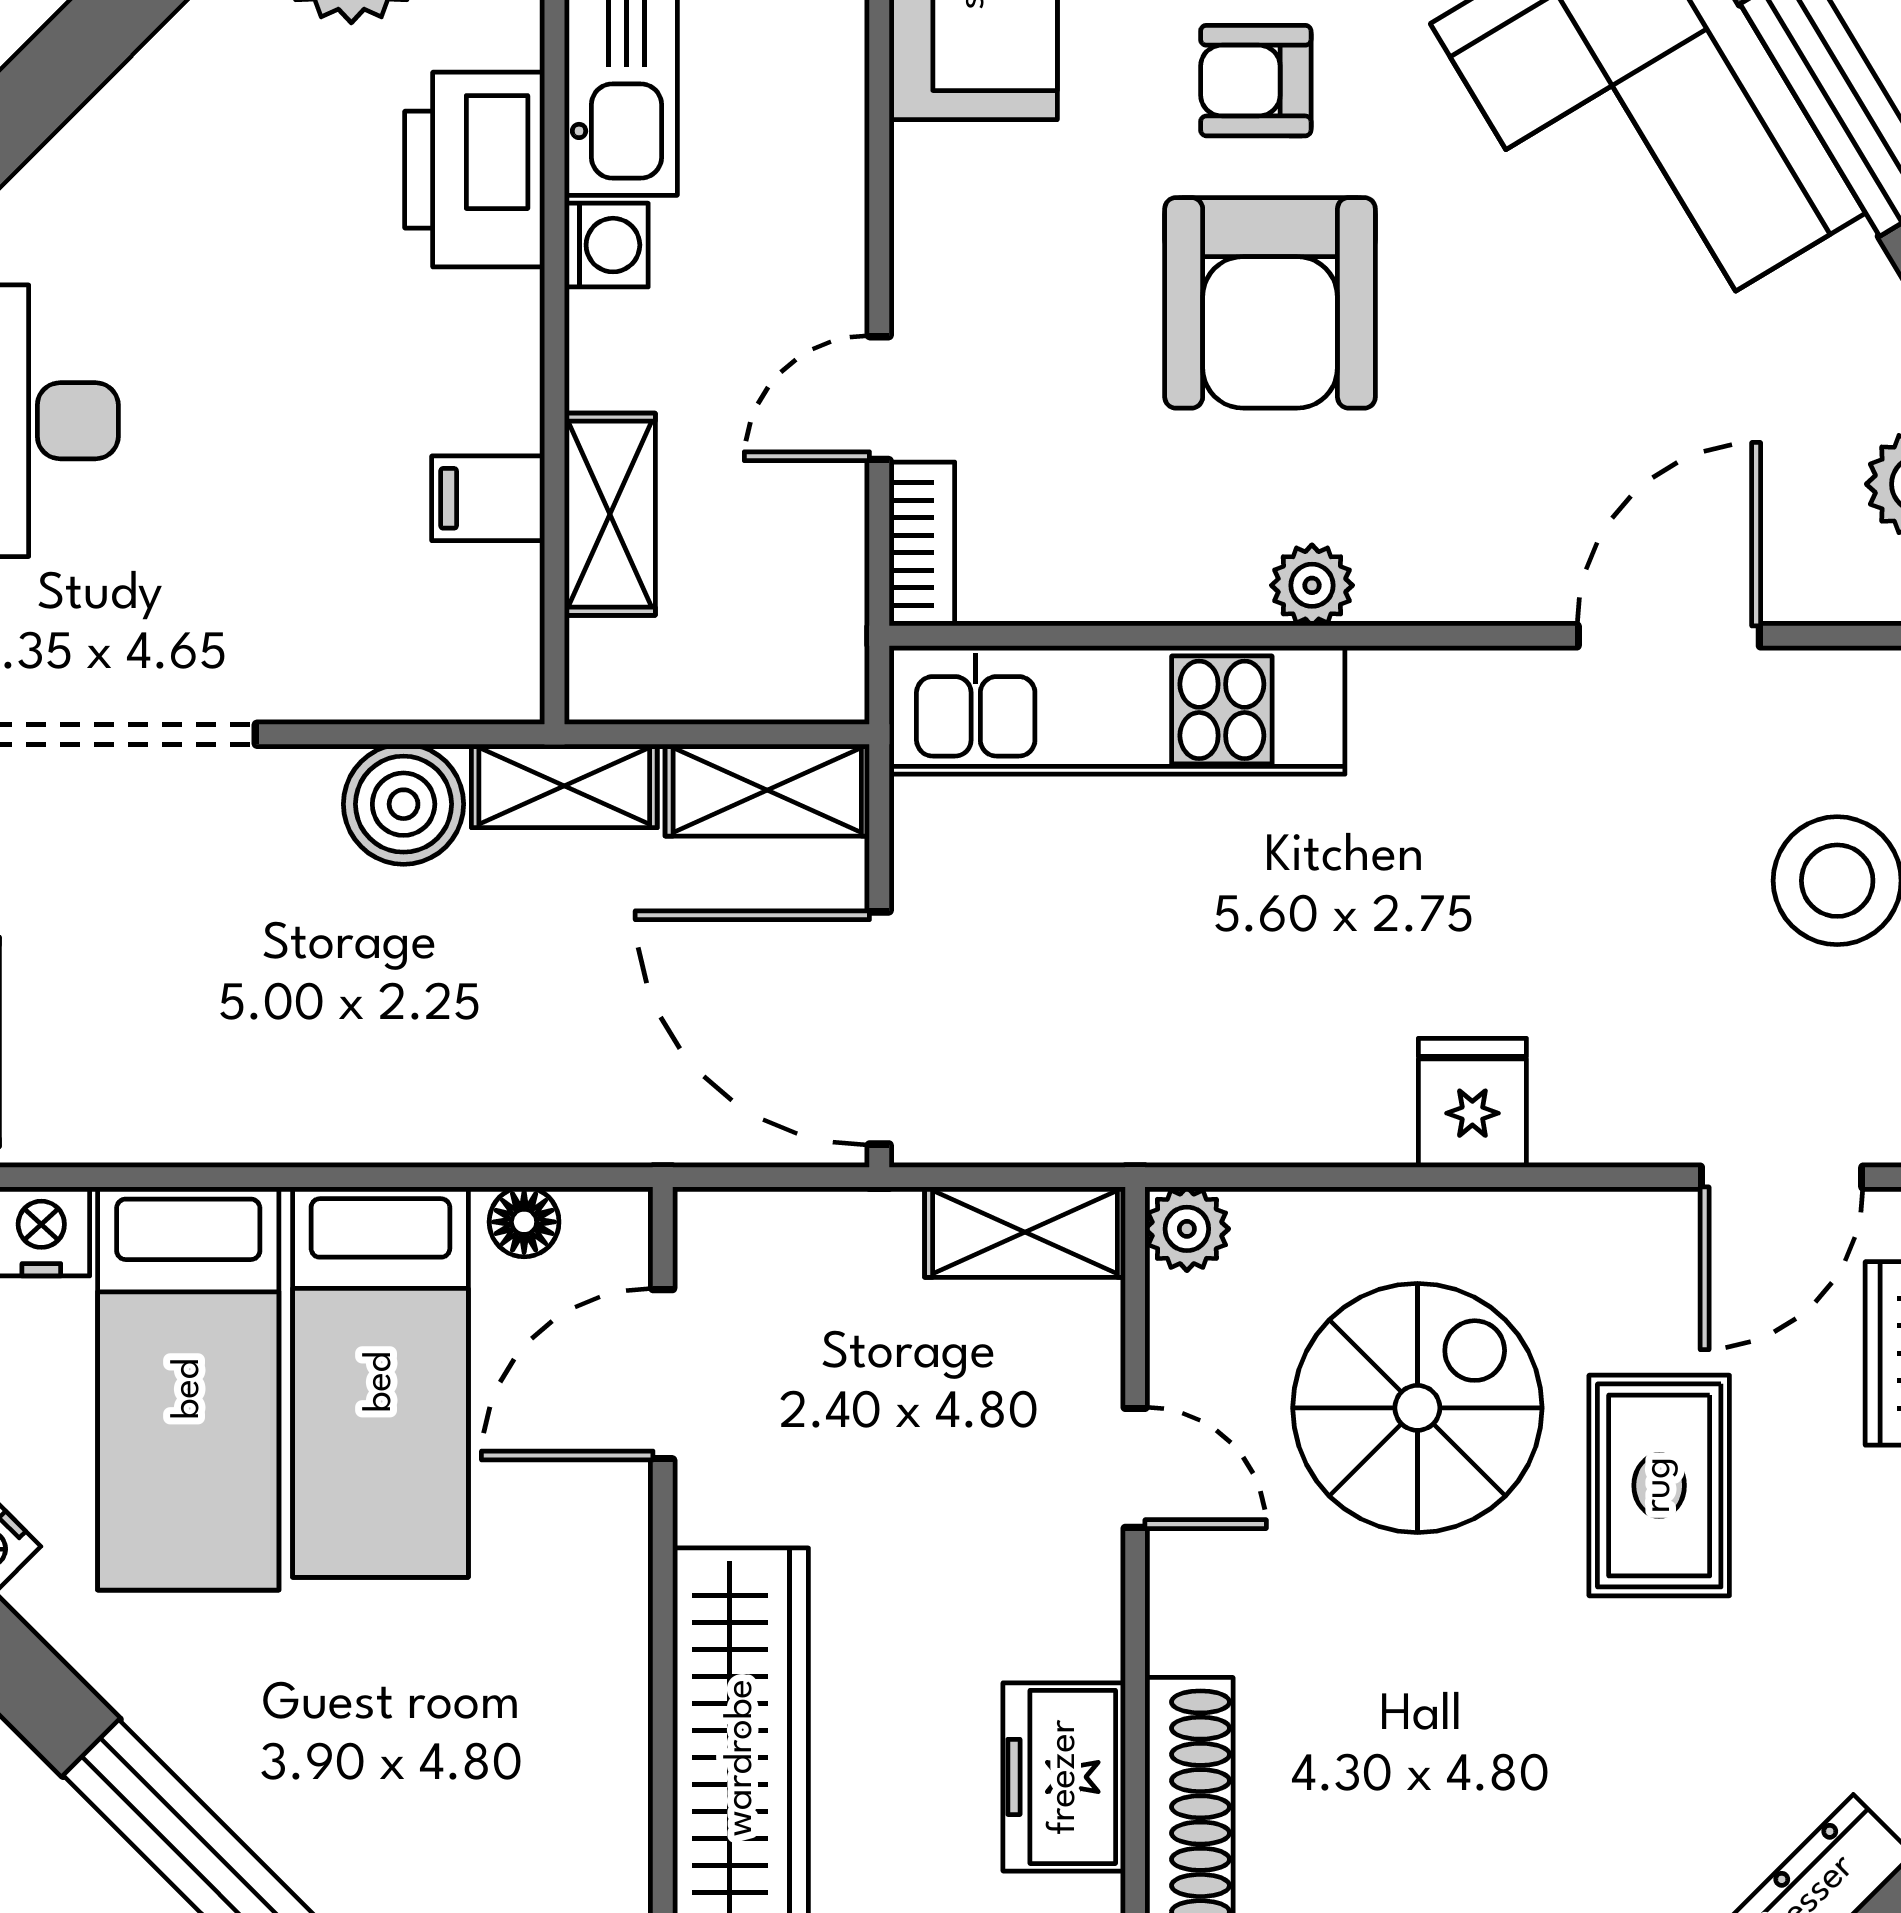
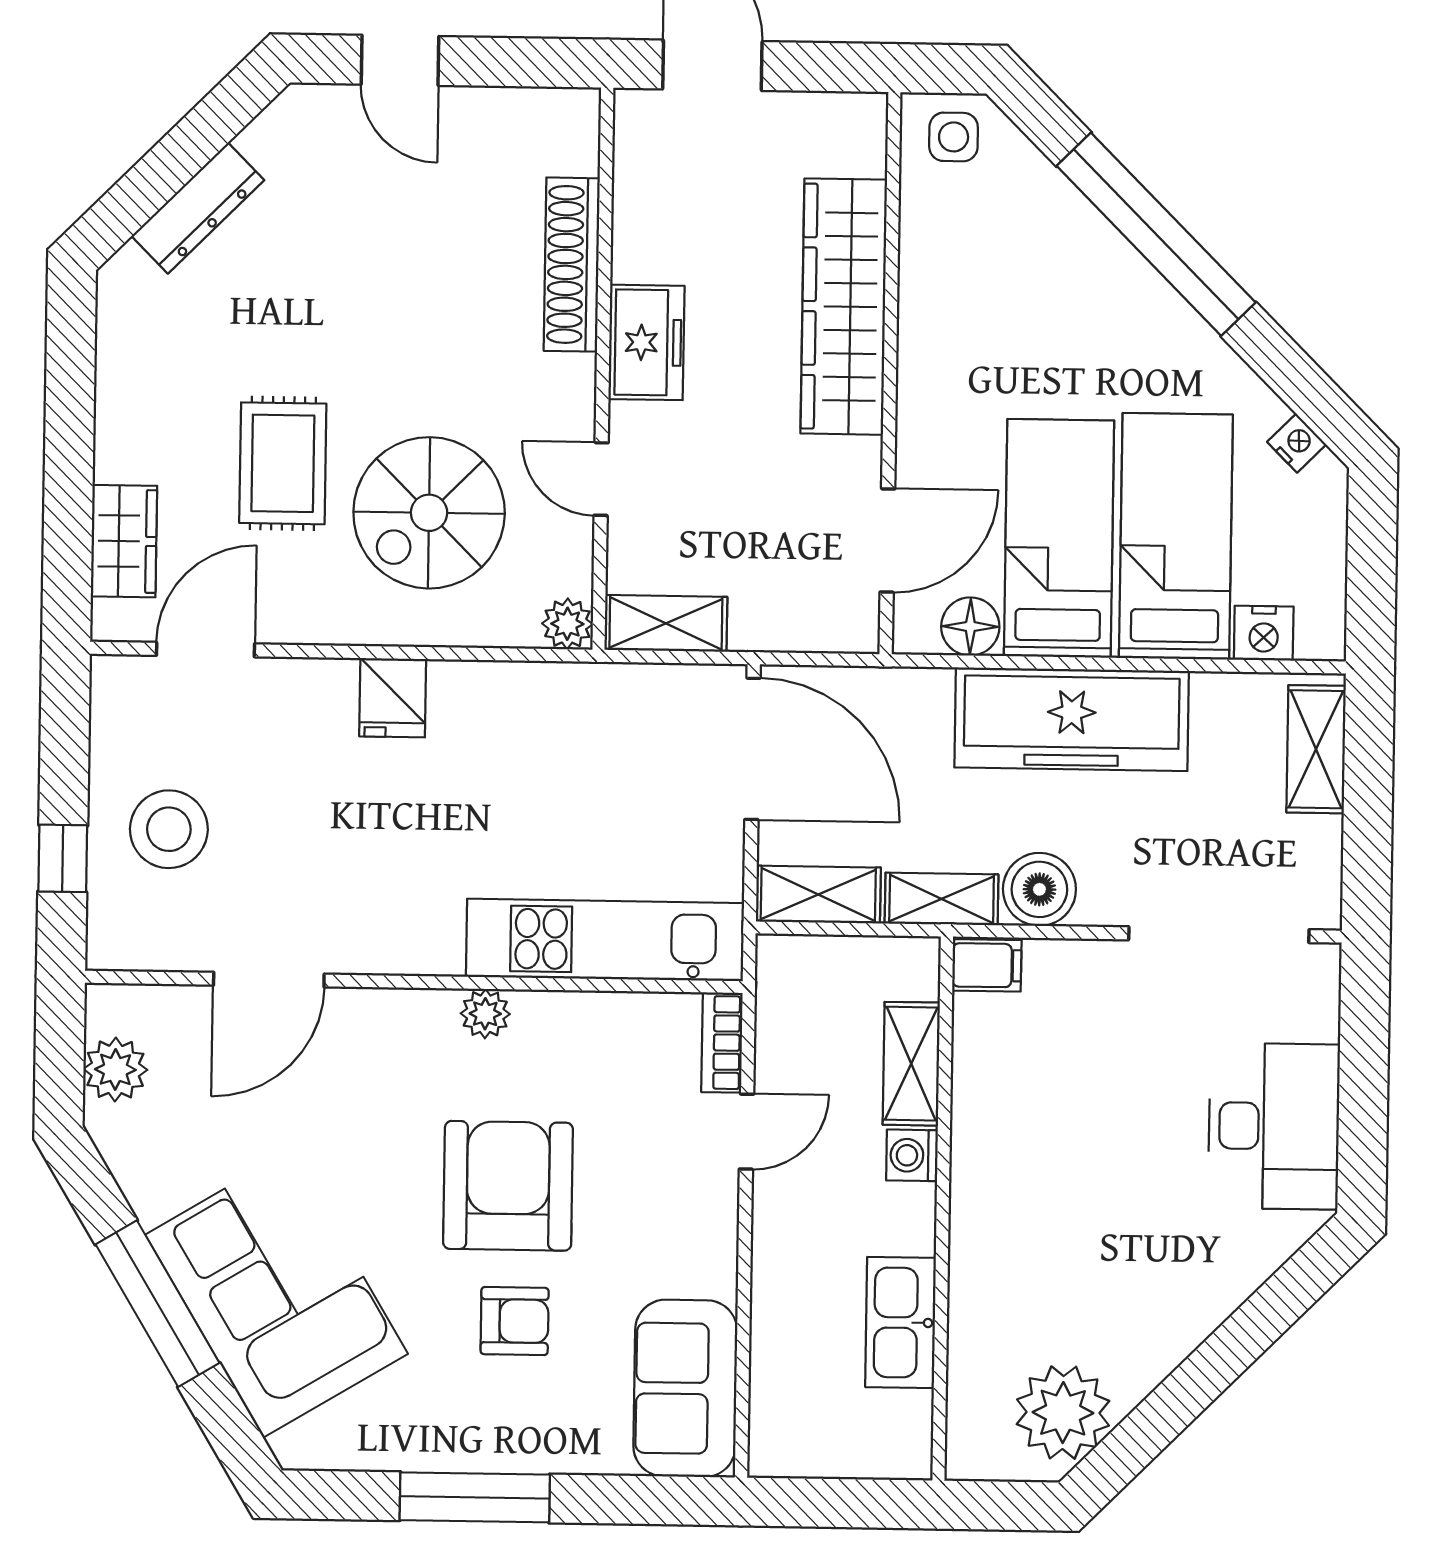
printer: (475, 170) -> (990, 1274), removed
washing machine: (606, 245) -> (912, 1155), moved
filing cabinet: (488, 498) -> (987, 965), moved
freezer: (355, 1085) -> (1072, 719), added
floor lamp: (524, 1222) -> (970, 626), width x1.37, depth x1.37
freezer: (1064, 1777) -> (646, 342), moved

